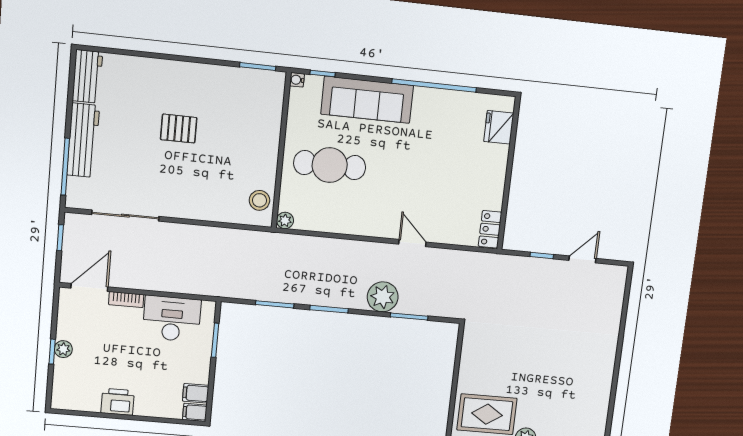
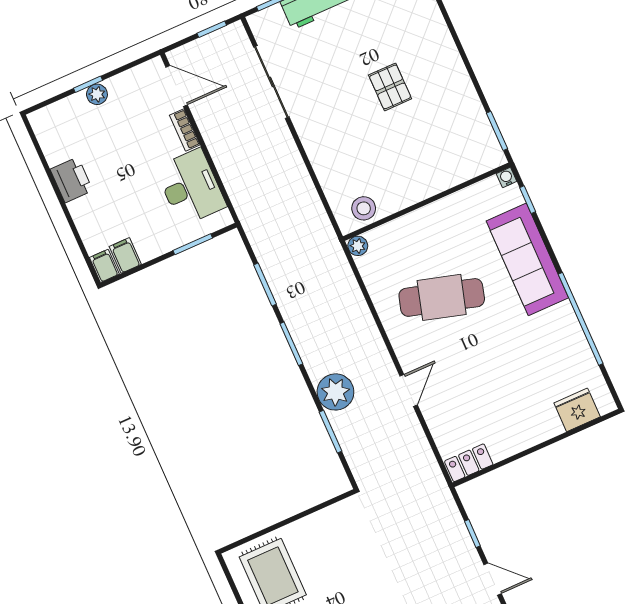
cafe table: (330, 165) -> (442, 297), moved, turned -74

